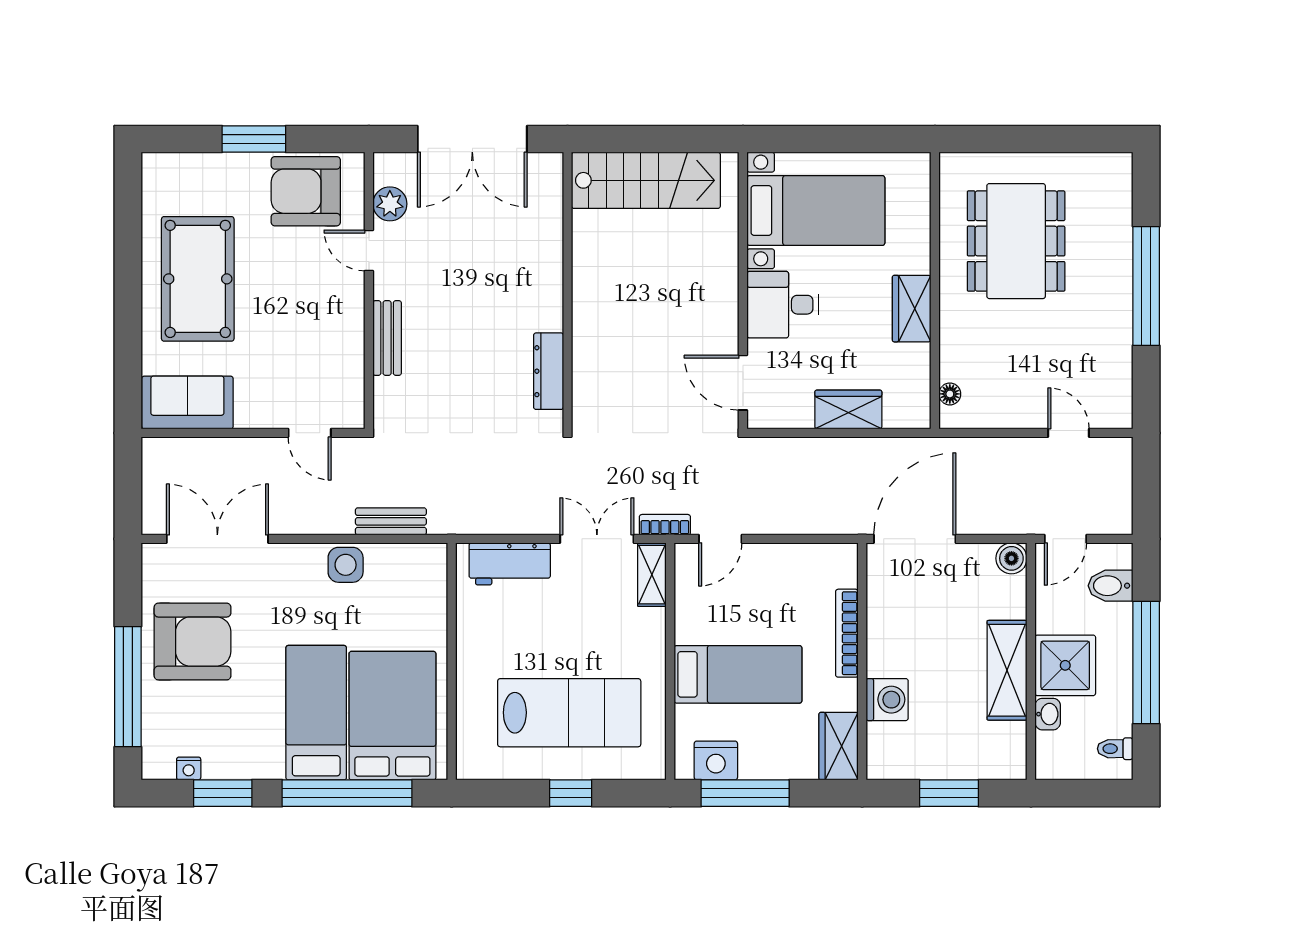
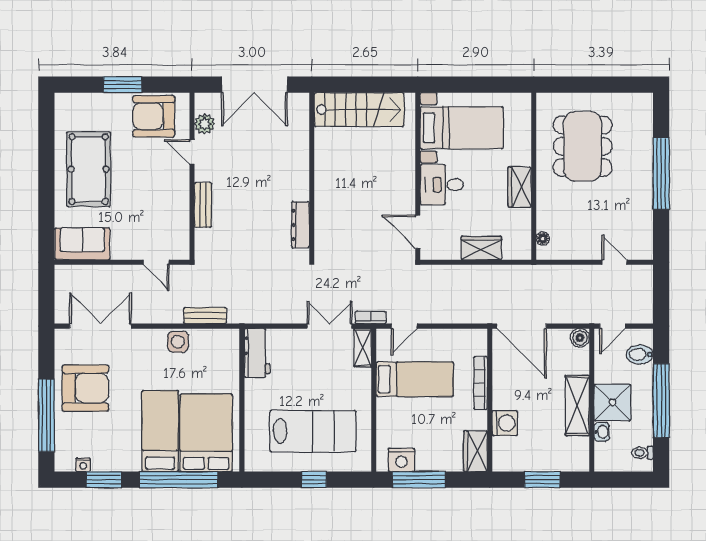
door: (915, 539) -> (522, 326), swing flipped
workbench: (510, 564) -> (257, 353), moved, turned -90
bed: (738, 674) -> (415, 379), moved

